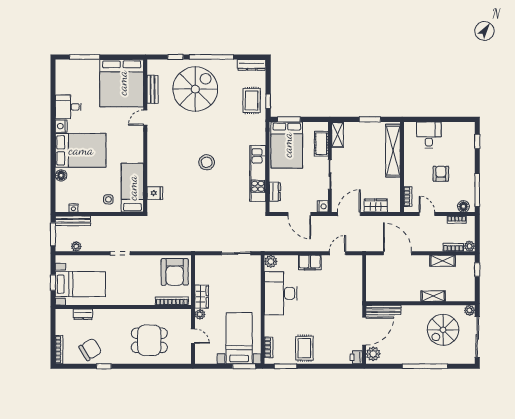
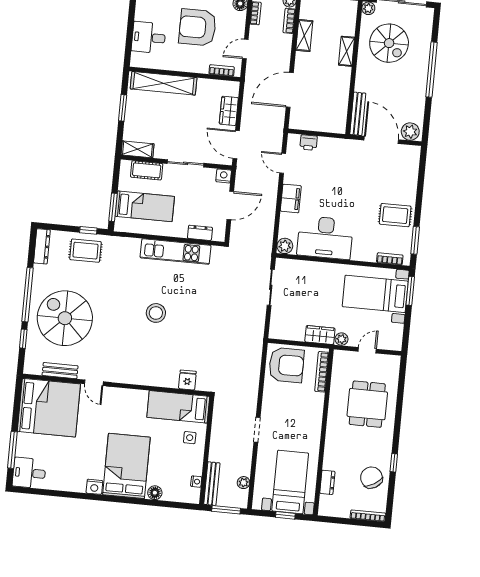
desk: (68, 107) -> (29, 473), moved, turned 90
bed: (287, 145) -> (145, 206), width x0.67
armchair: (441, 174) -> (198, 27), width x1.88, depth x1.88
printer: (356, 357) -> (309, 143), moved

